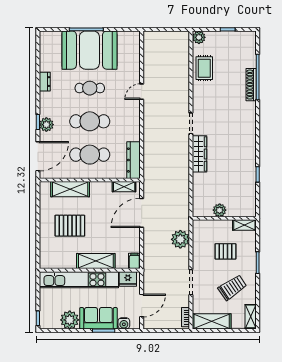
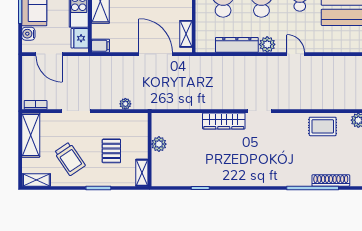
shoe rack: (251, 85) -> (331, 180), moved
plant: (133, 116) -> (267, 44), added
dresser: (134, 160) -> (237, 45), moved
plant: (180, 239) -> (125, 104), width x0.53, depth x0.53

